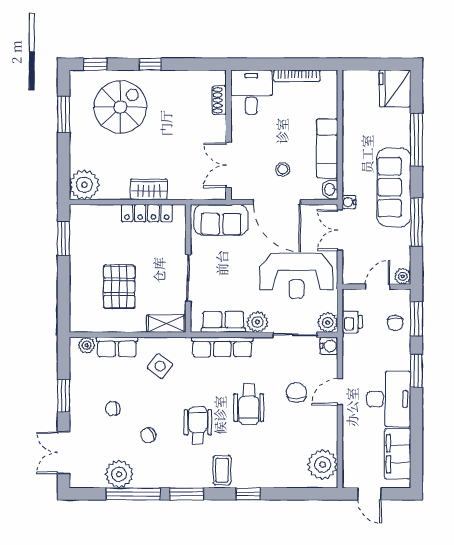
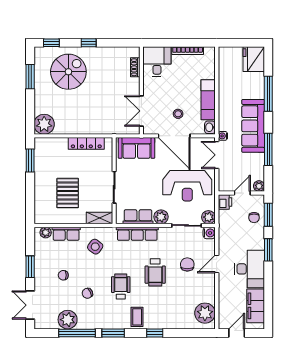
wardrobe: (149, 189) -> (88, 127), removed
printer: (352, 322) -> (225, 202), moved
door: (370, 494) -> (237, 333), swing flipped

